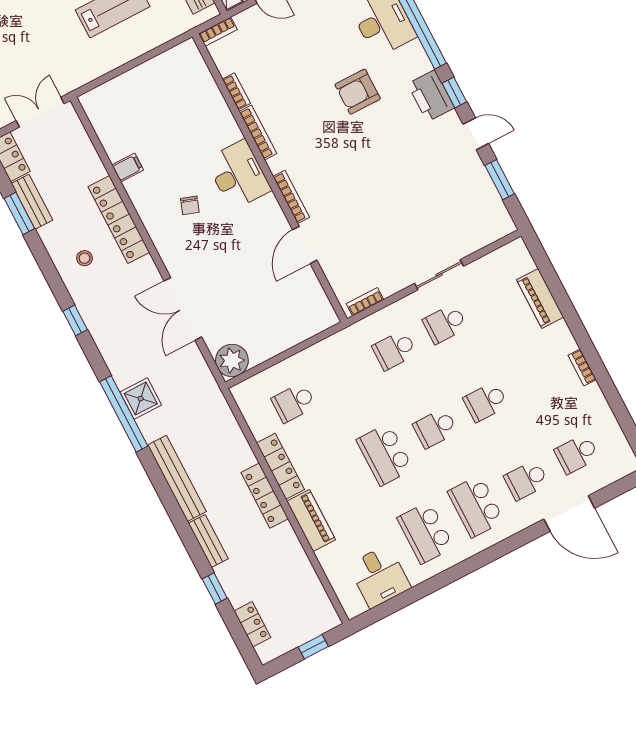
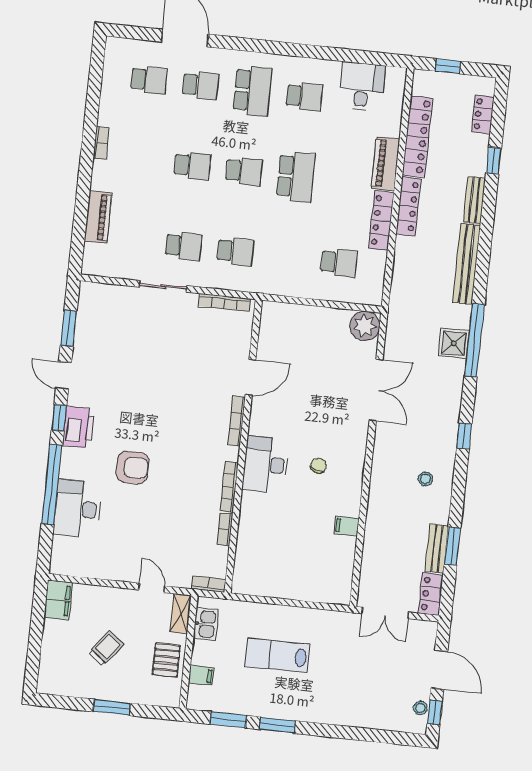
locker: (119, 220) -> (418, 136), moved
bookcase: (365, 302) -> (224, 302), width x1.56
school desk: (425, 533) -> (304, 96), width x0.54

